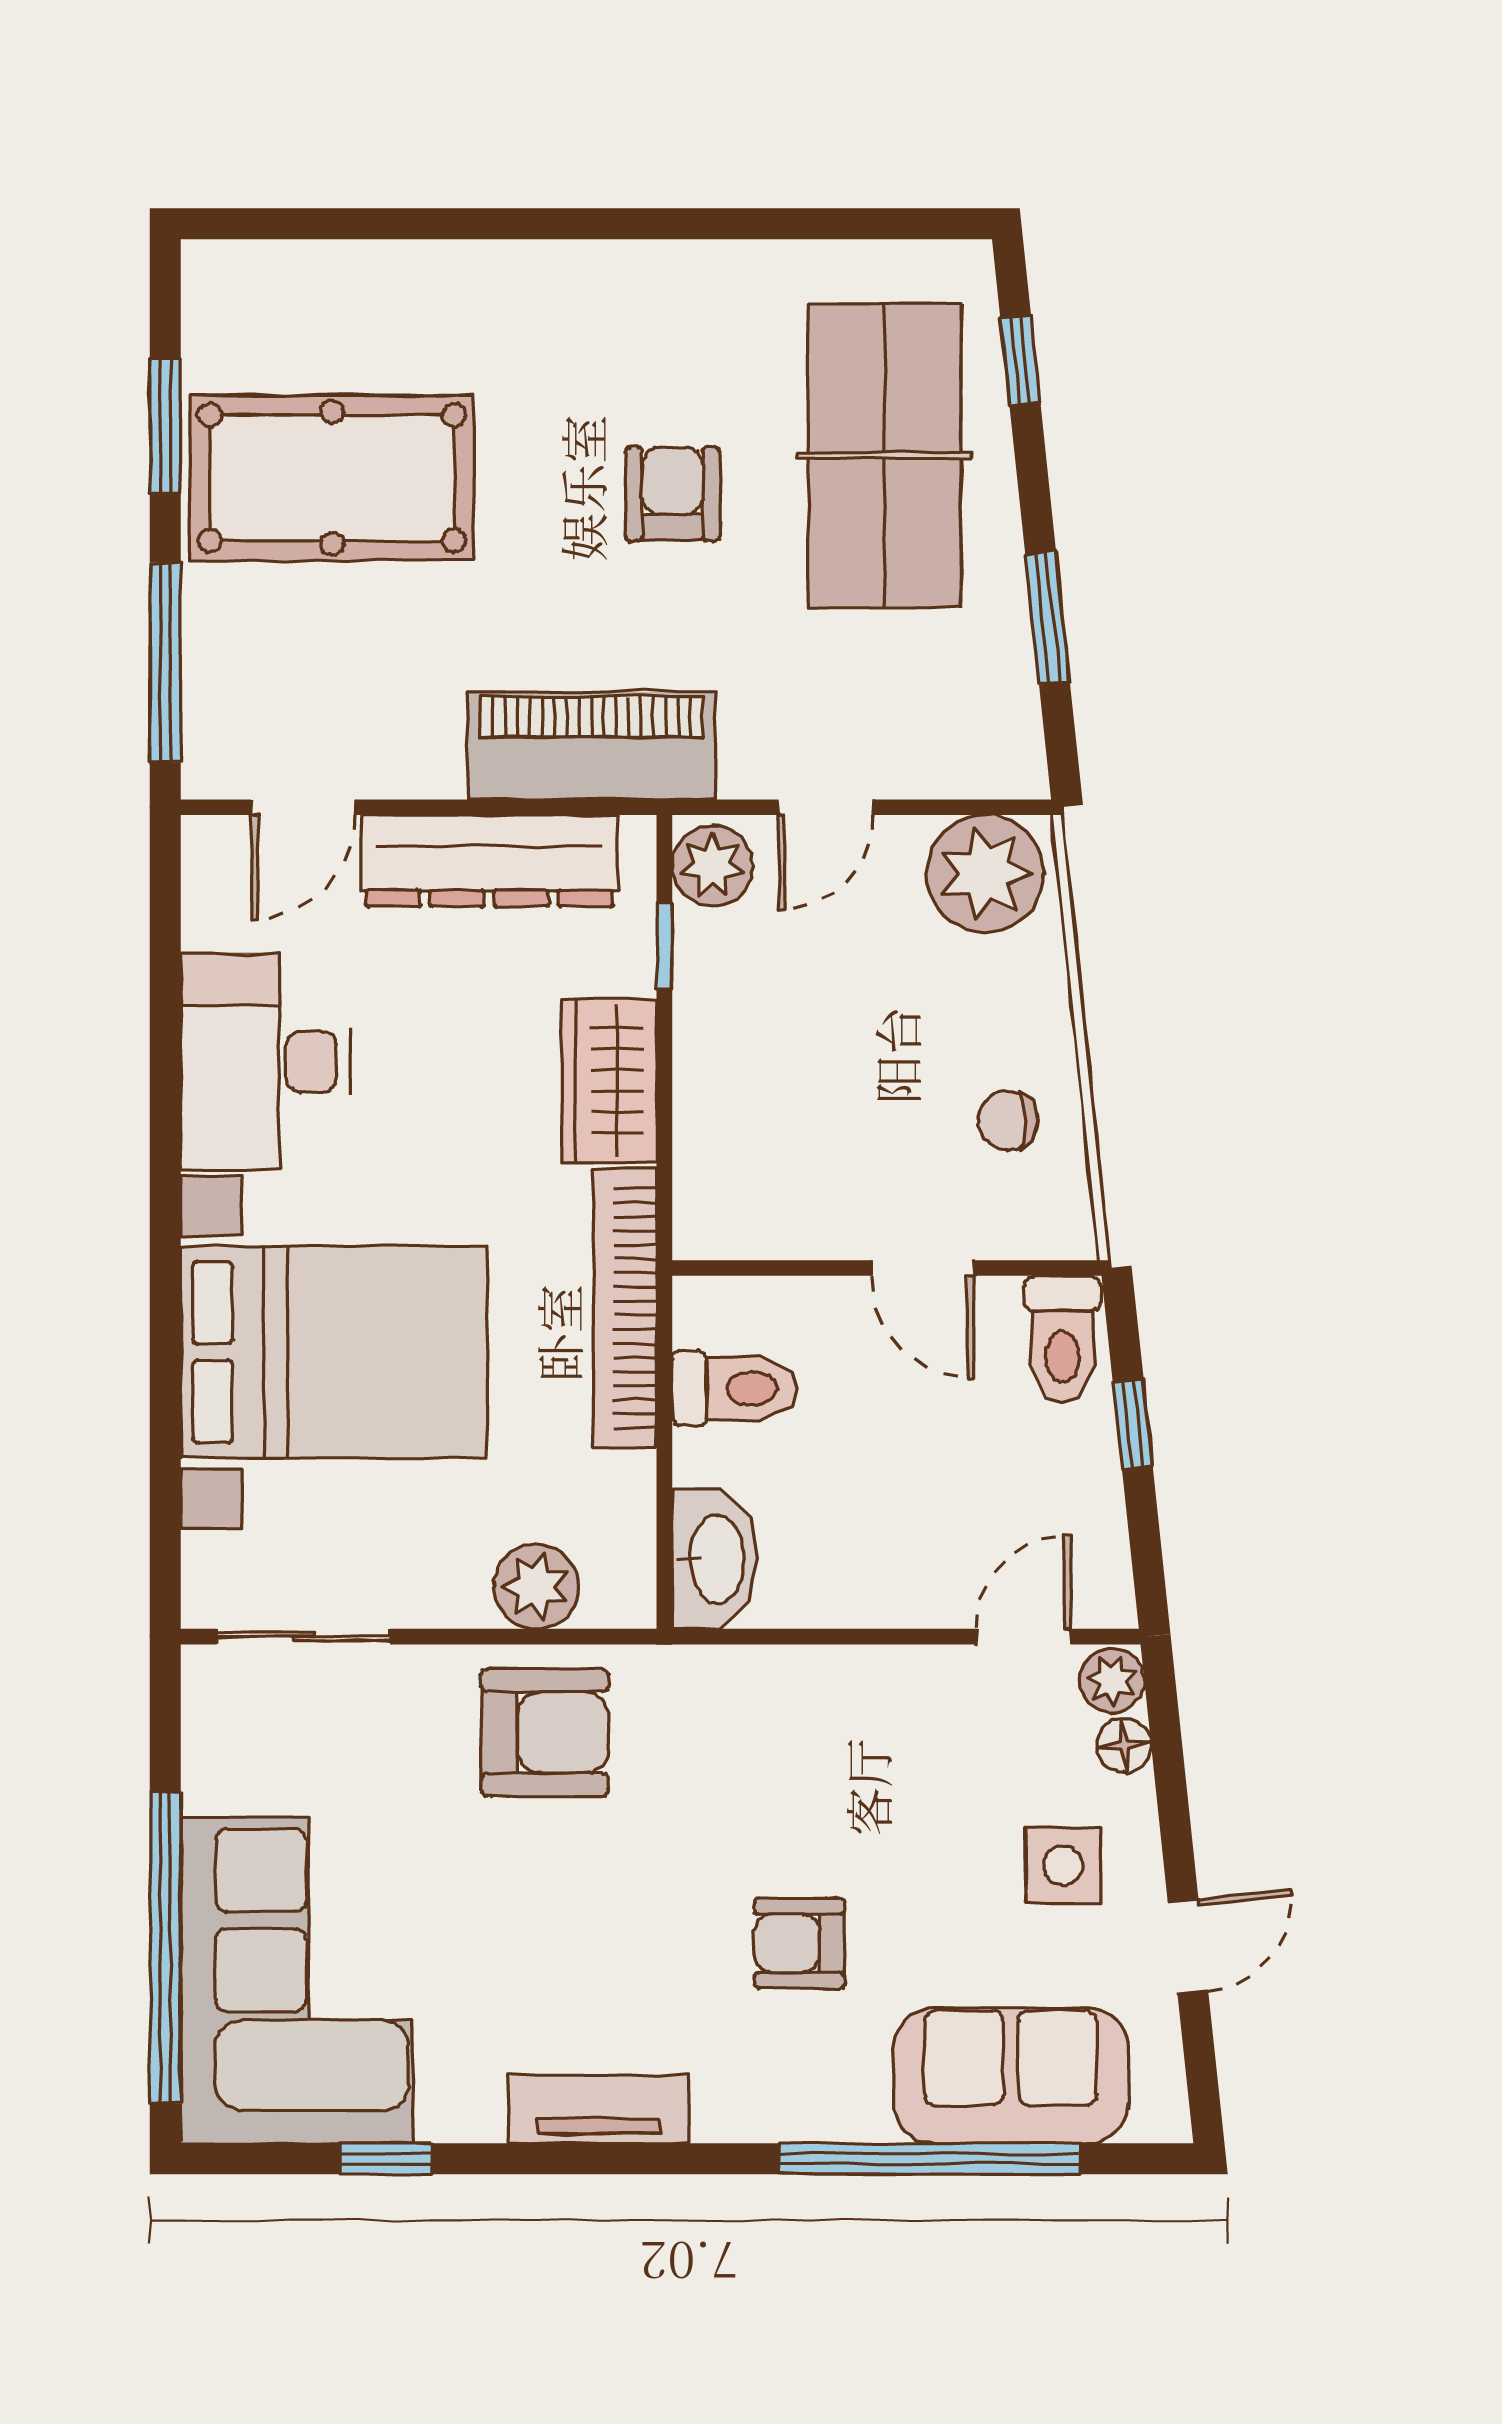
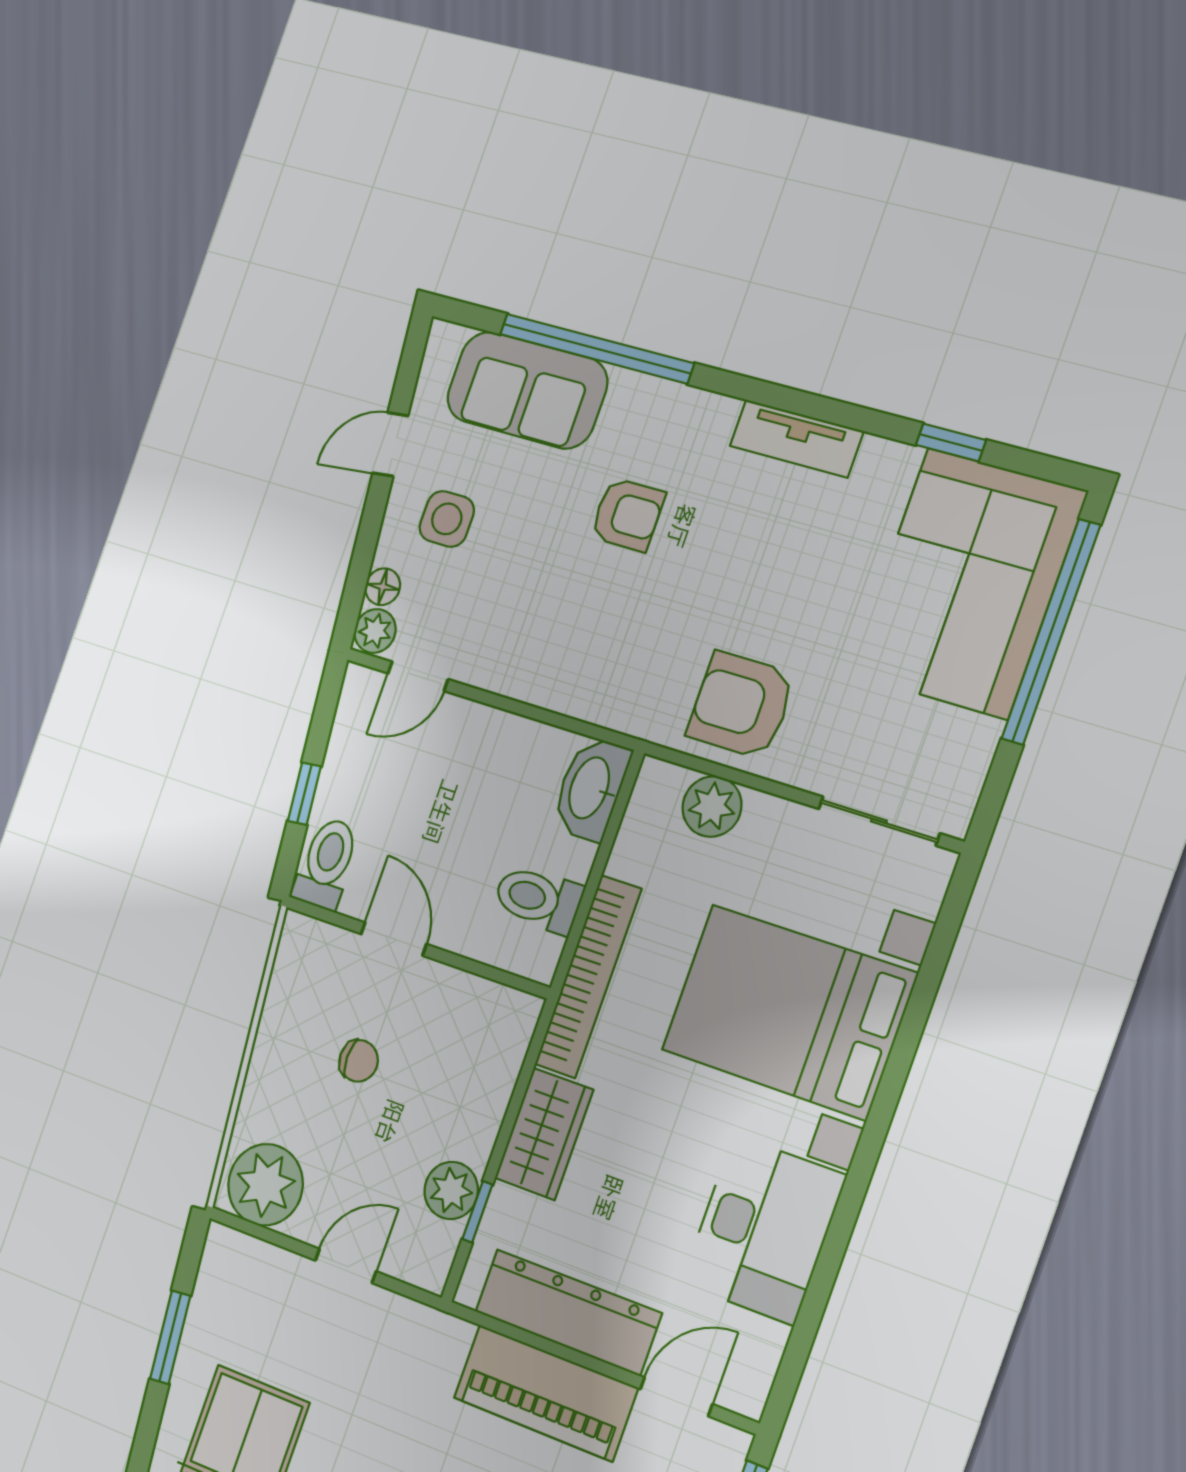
piano: (591, 746) -> (546, 1393), moved
plant: (712, 866) -> (451, 1190), moved
chair: (1008, 1121) -> (359, 1061), moved

